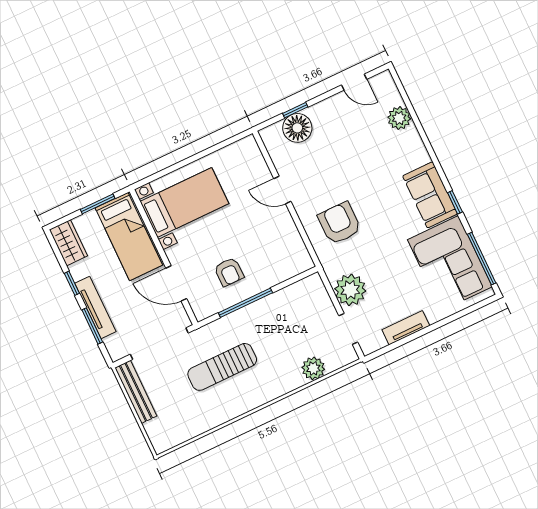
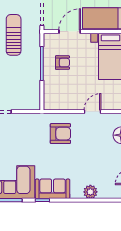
plant: (399, 118) -> (90, 192), moved
armchair: (229, 272) -> (62, 63), turned 180
plant: (350, 290) -> (22, 122), removed

